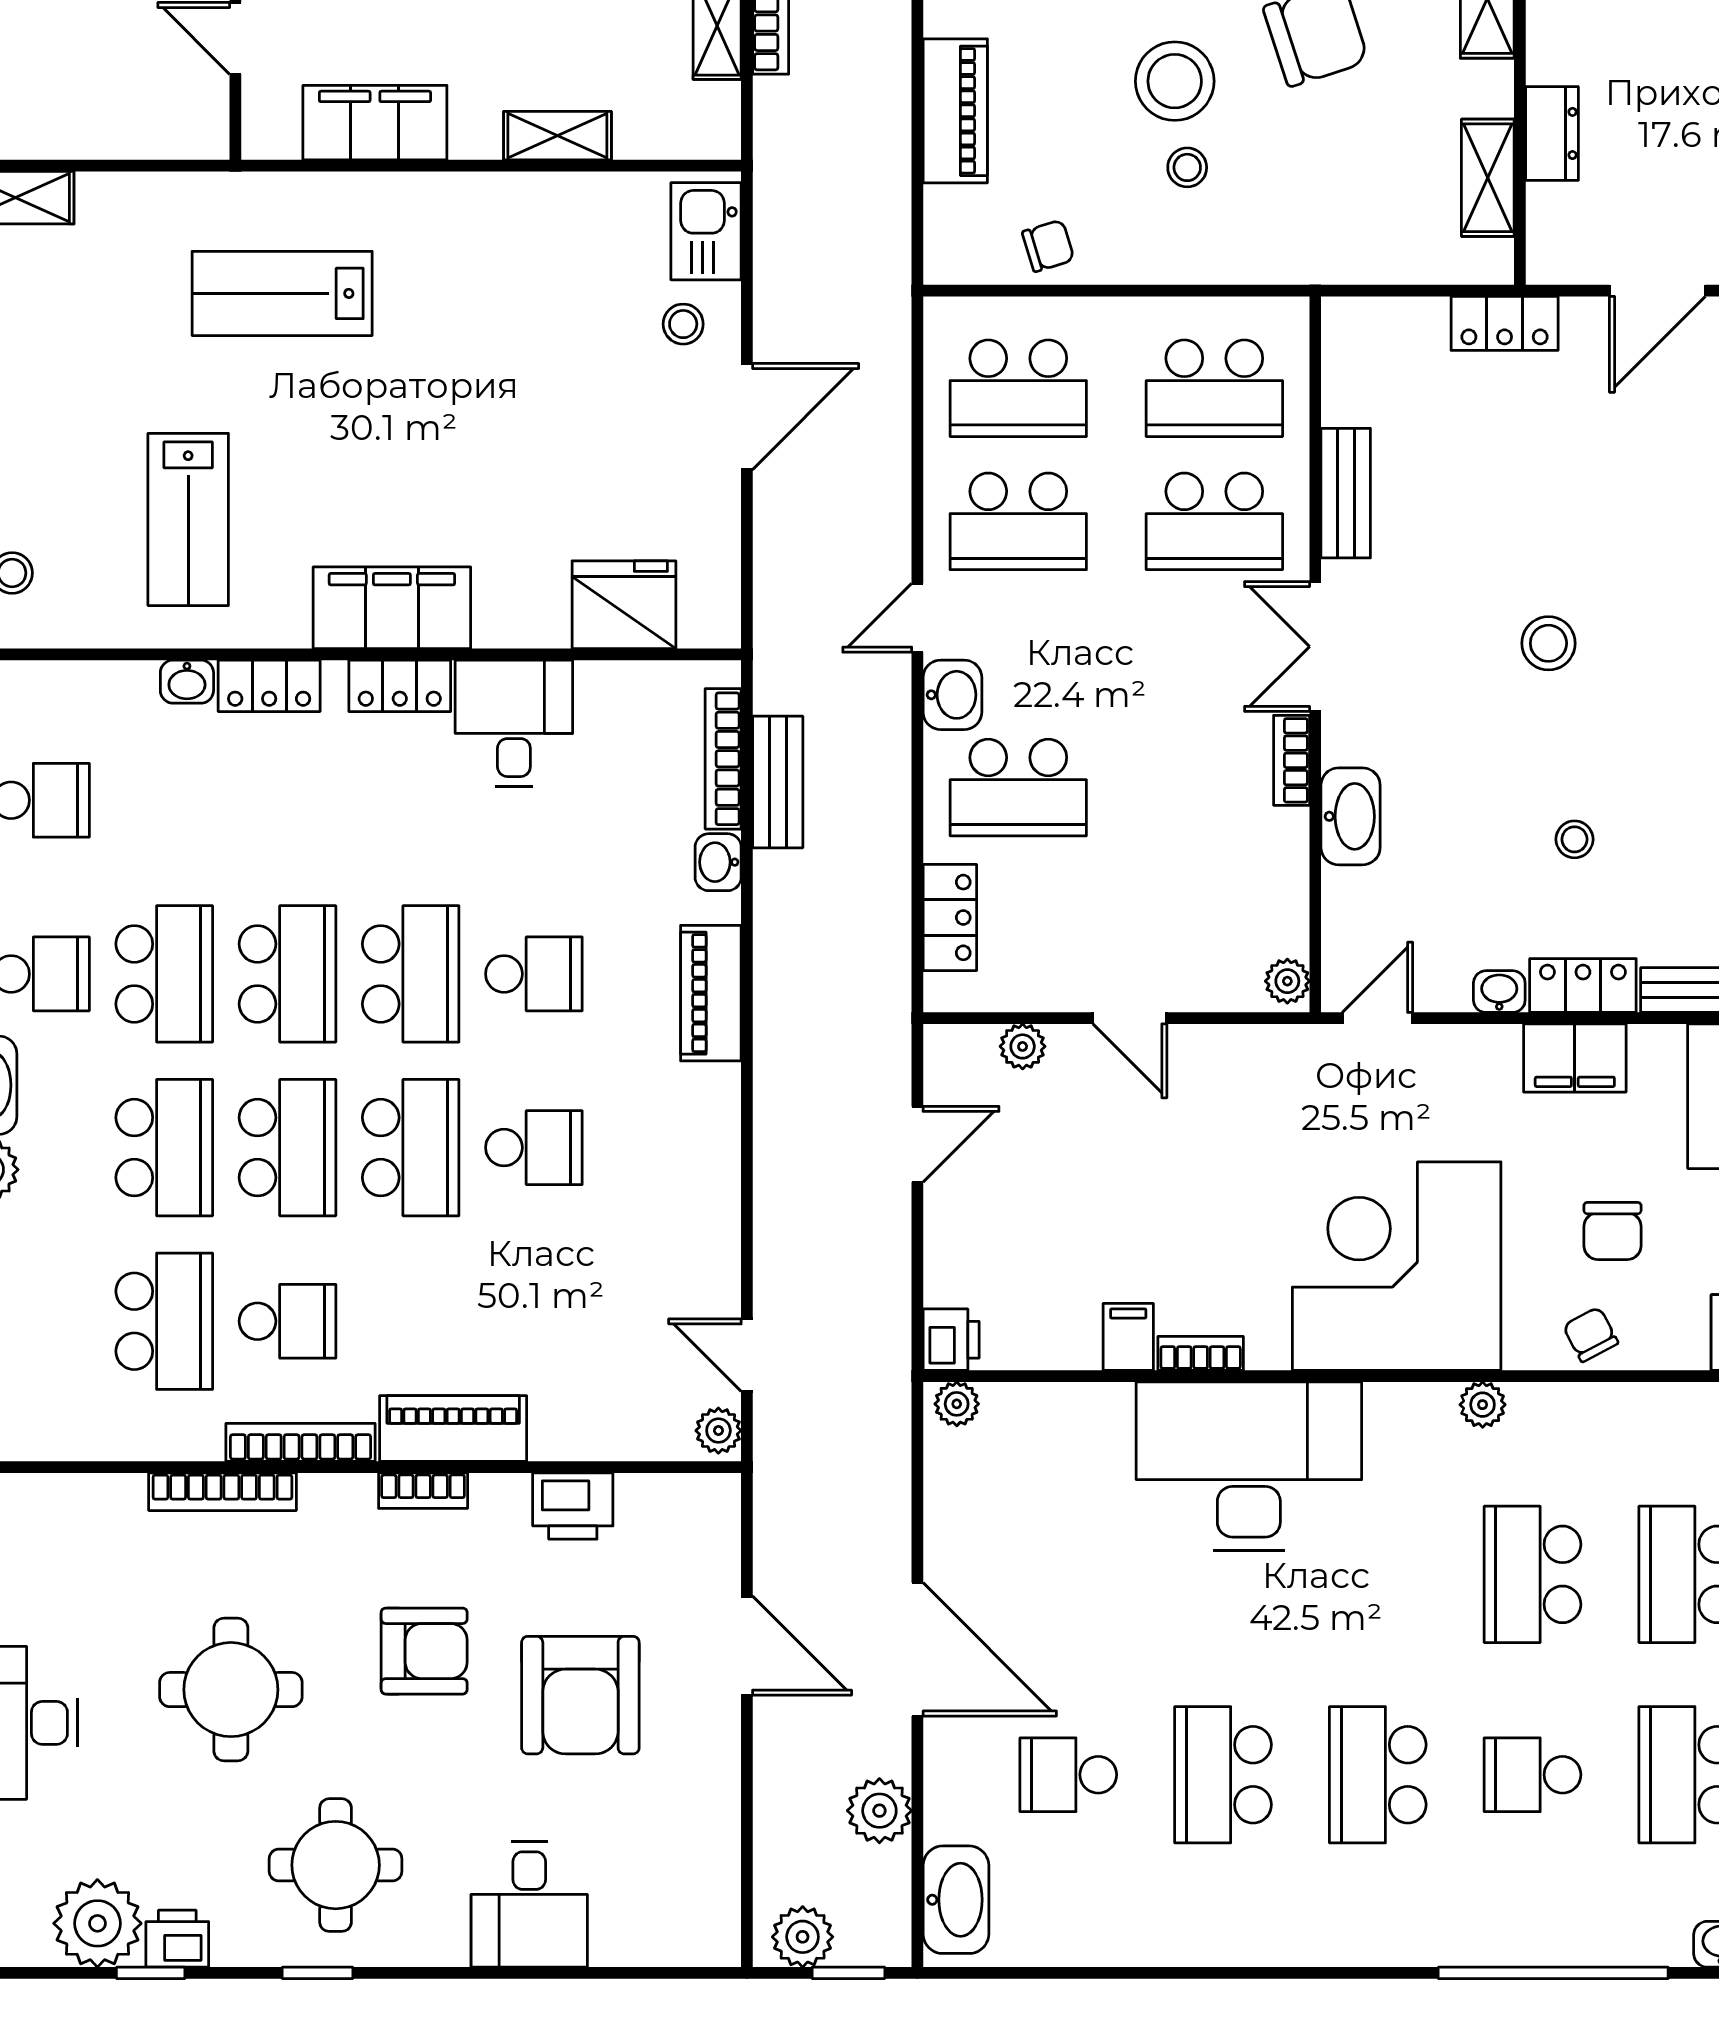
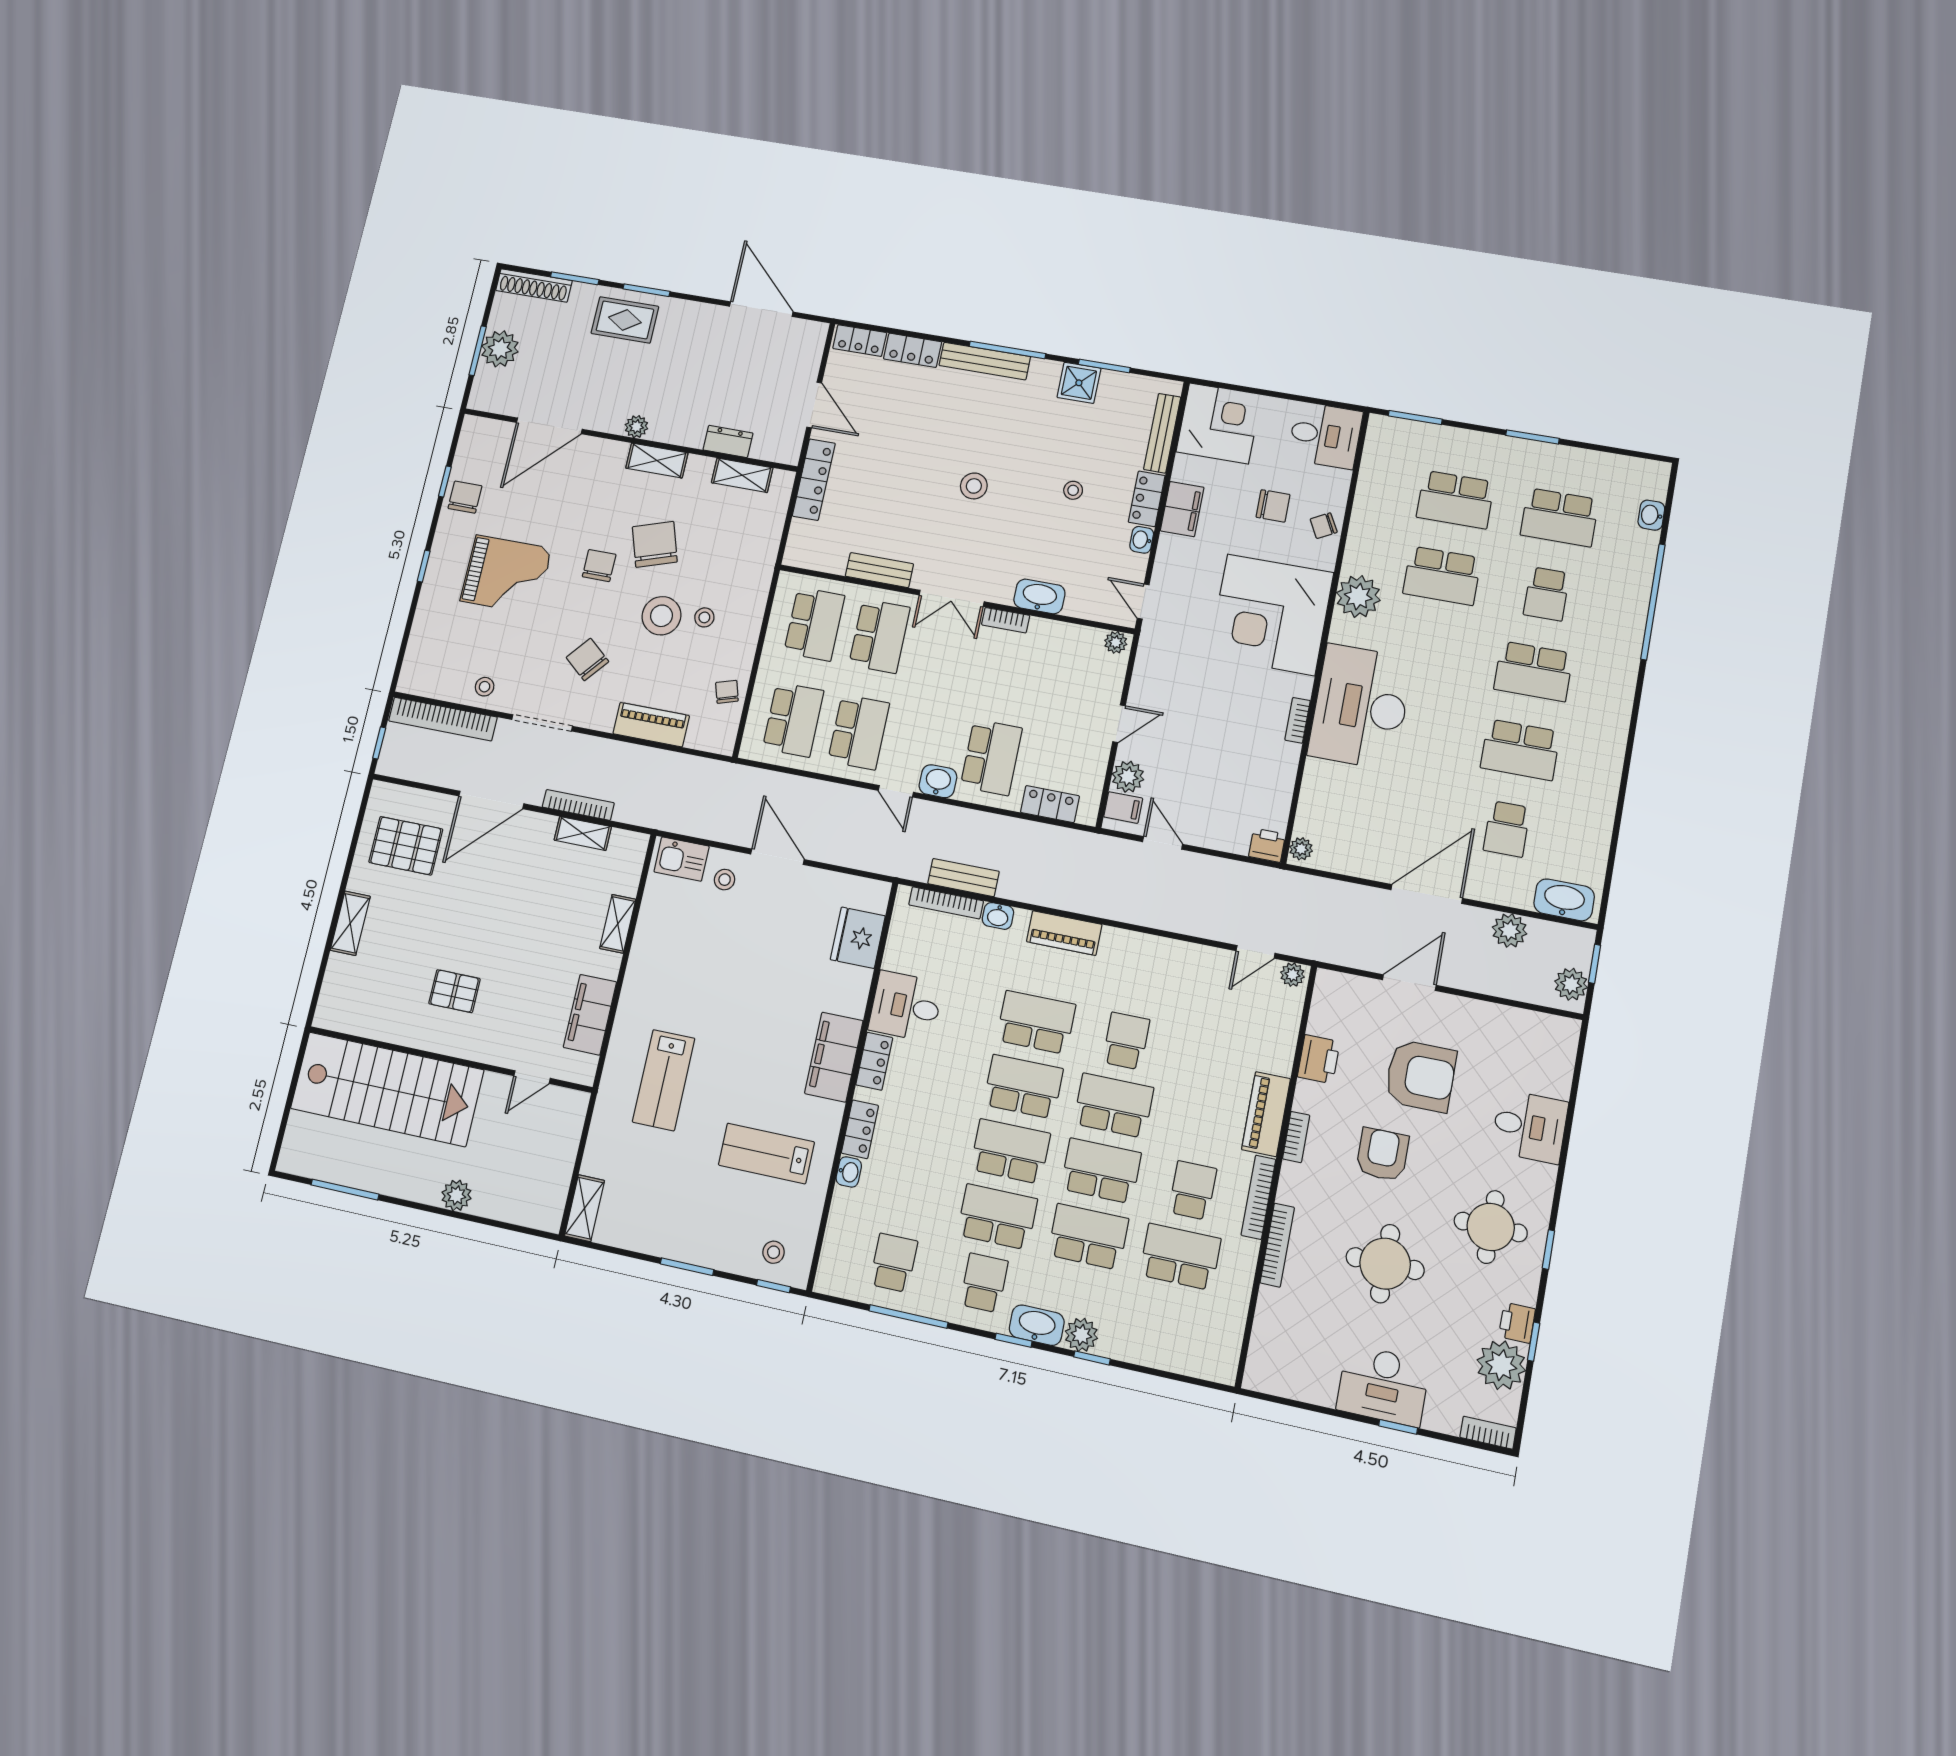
locker: (1505, 323) -> (814, 480), width x1.53
lab bench: (188, 519) -> (766, 1153), turned 180
school desk: (534, 974) -> (1036, 1022), width x1.85
plant: (1023, 1046) -> (1128, 777), width x1.38, depth x1.38
filing cabinet: (1128, 1337) -> (1123, 808), moved, turned 180
plant: (1483, 1405) -> (1358, 597), width x1.87, depth x1.87

